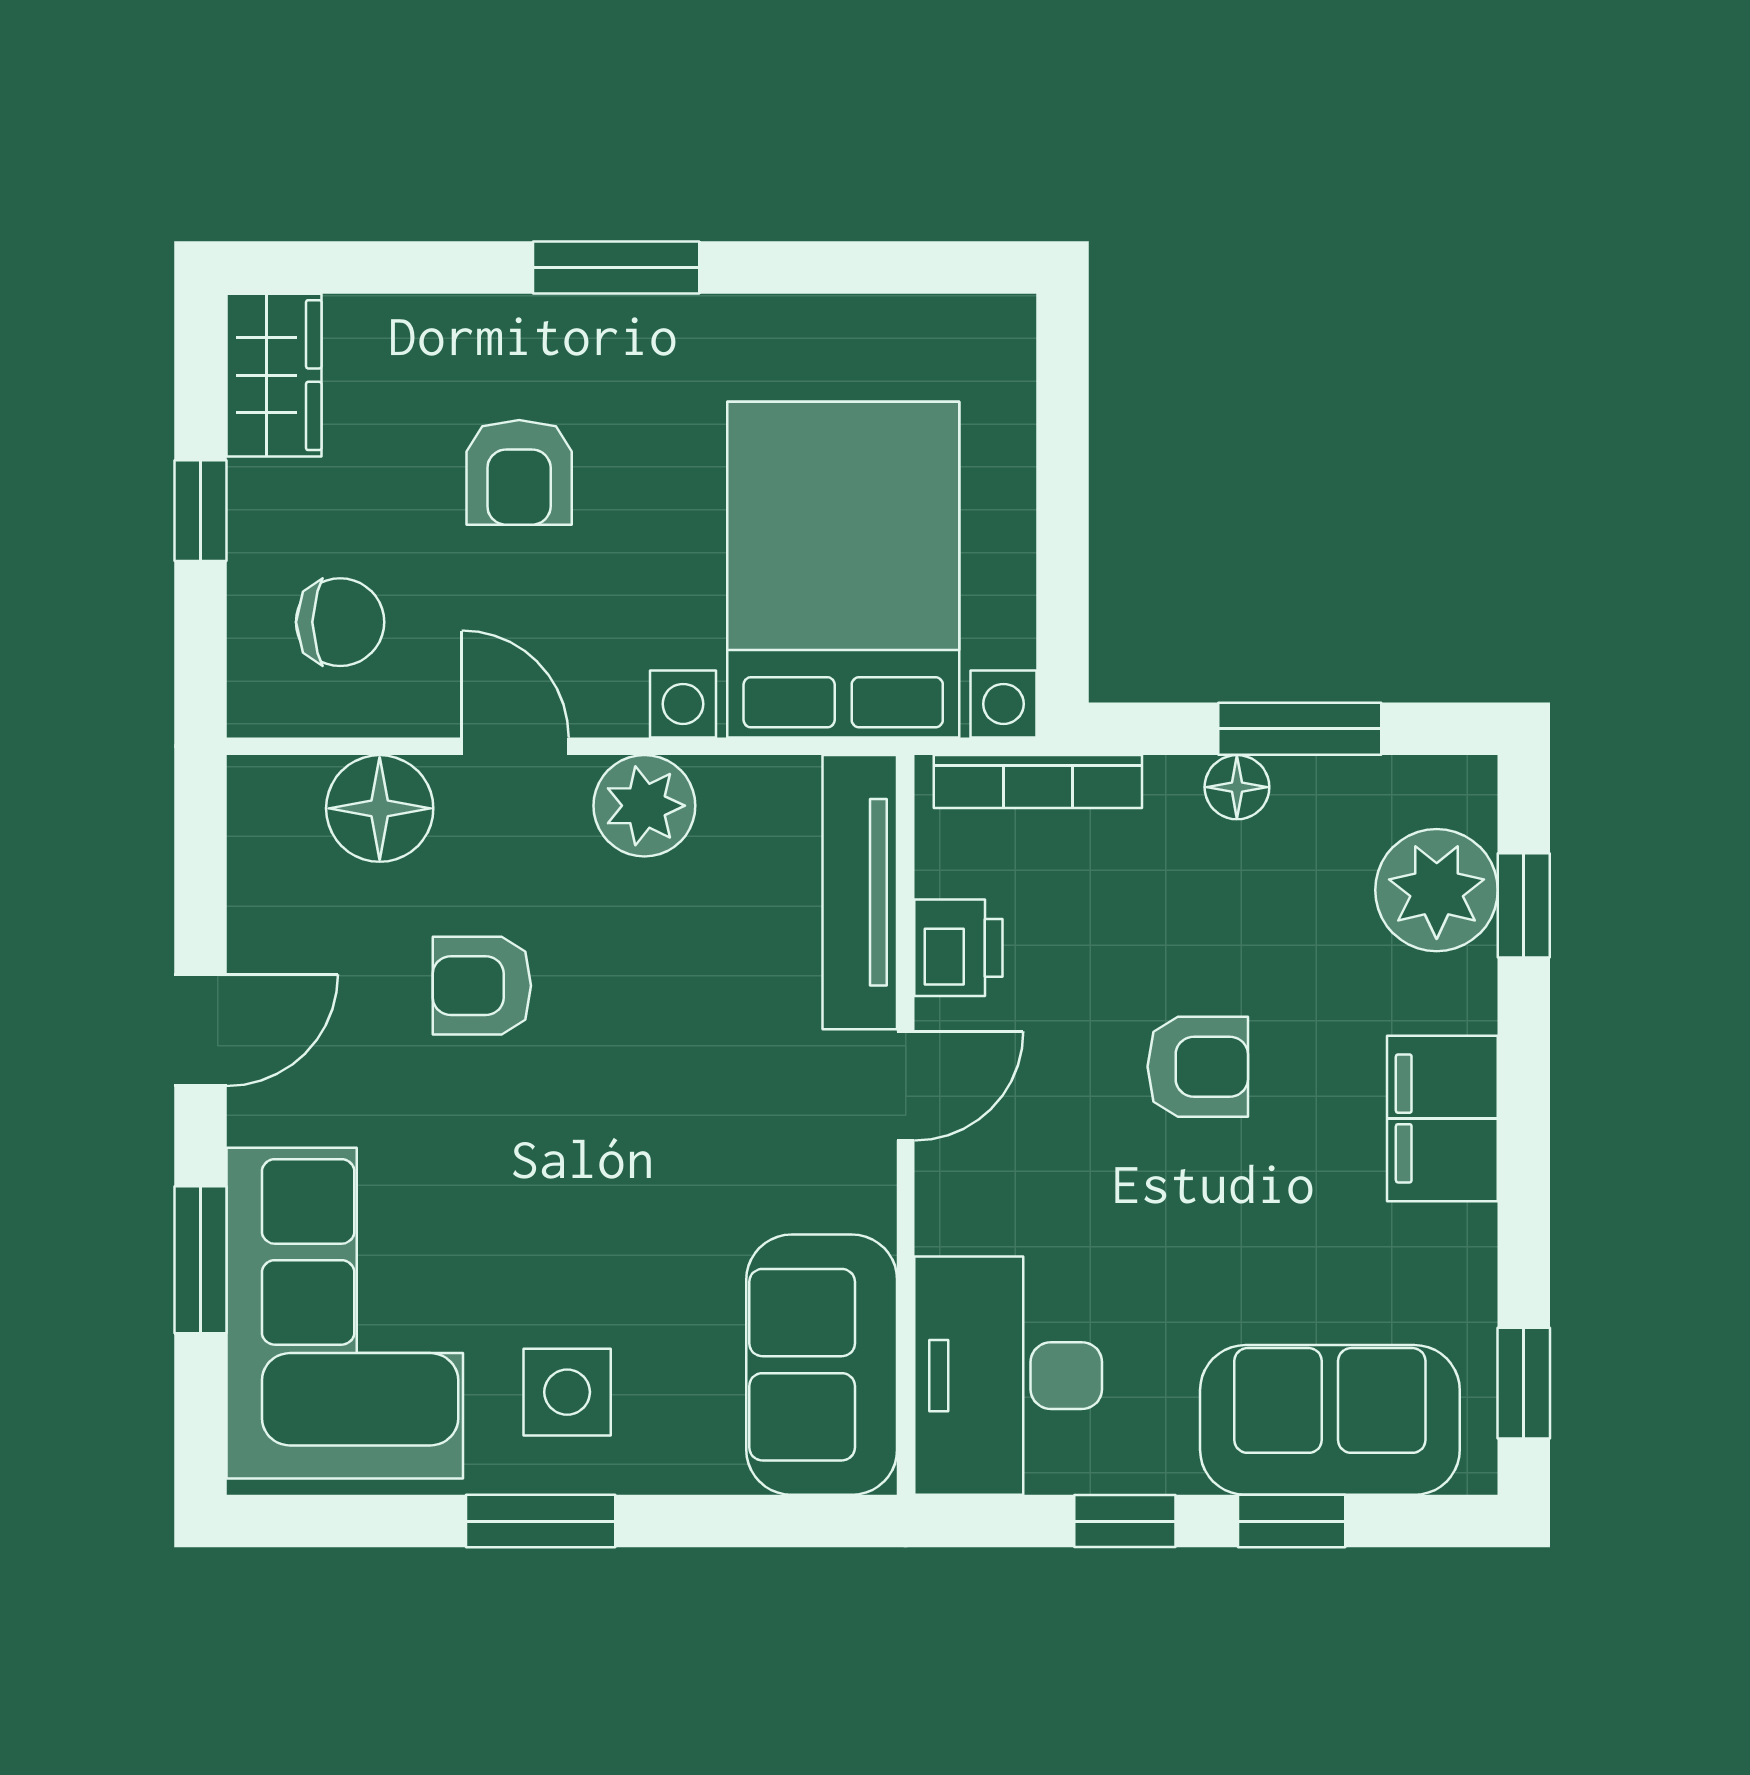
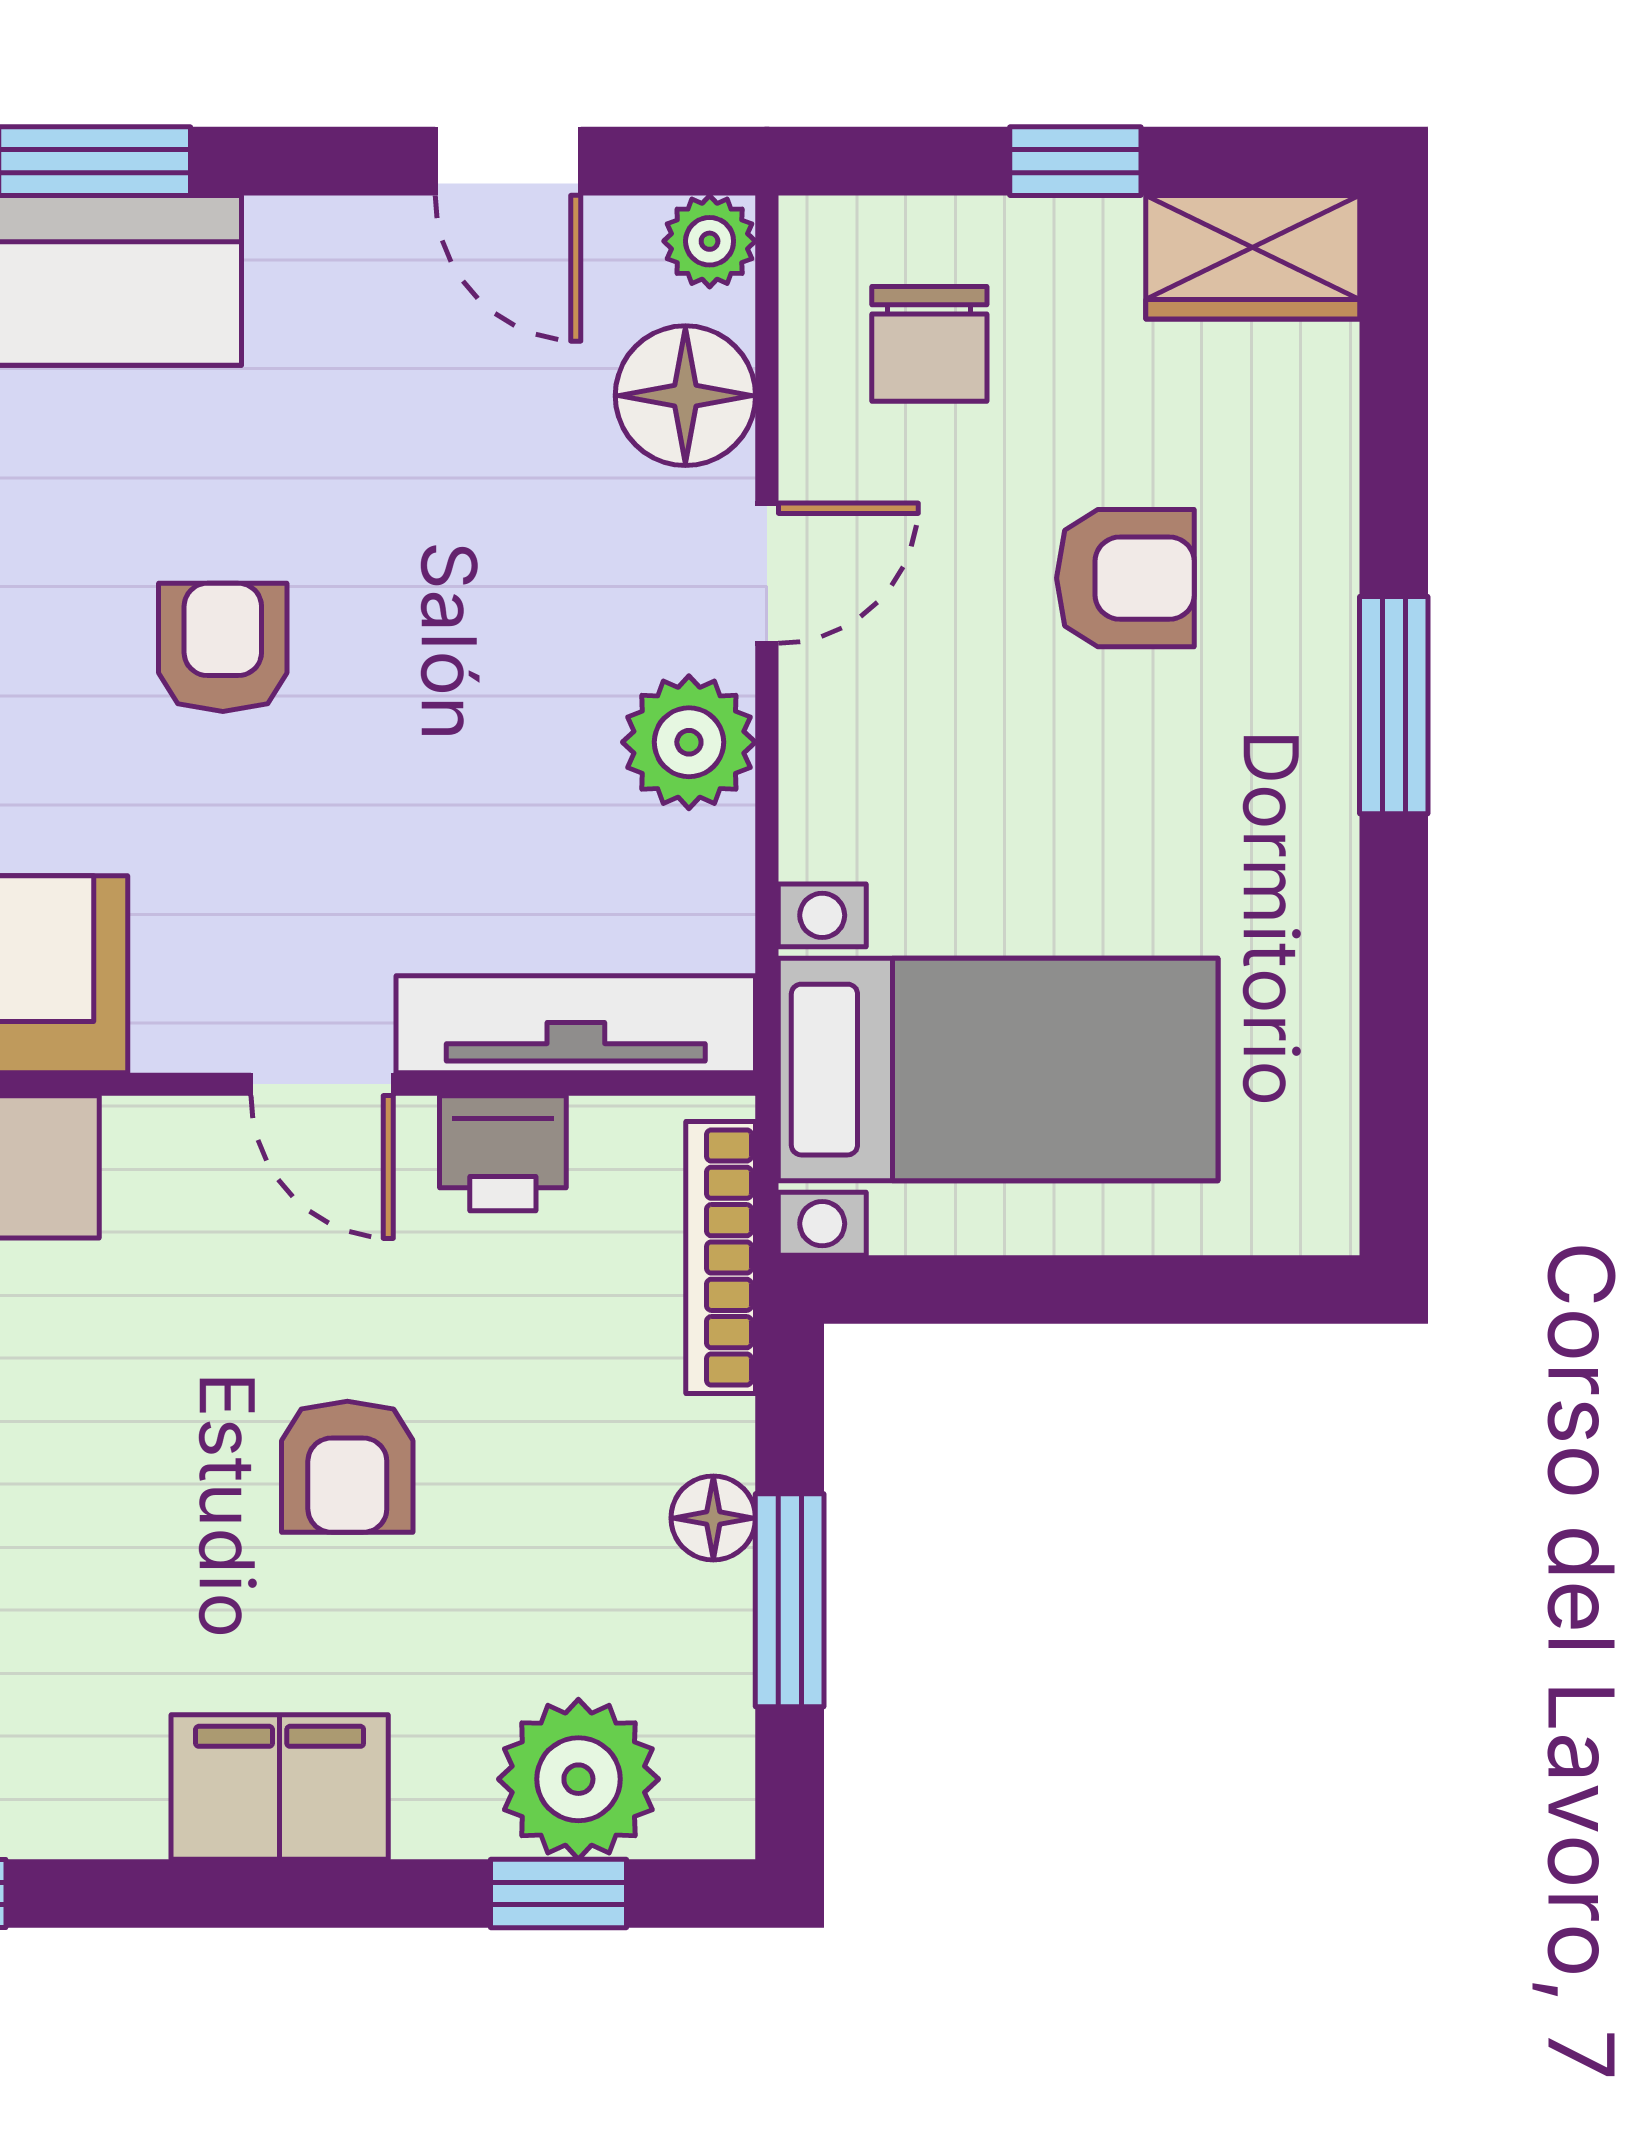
armchair: (519, 472) -> (1125, 578), turned 180
bed with nightstands: (843, 570) -> (998, 1070), width x0.73
plant: (262, 790) -> (710, 241), added
armchair: (482, 986) -> (223, 647), moved
door: (201, 1030) -> (508, 161), moved

